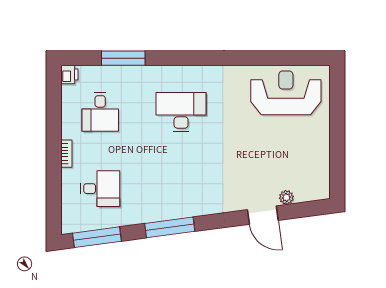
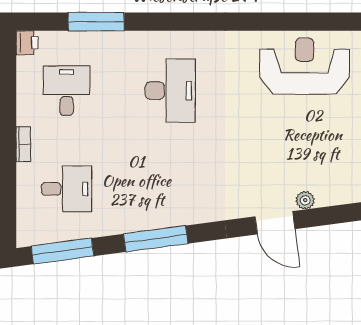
desk: (100, 112) -> (67, 91), turned 180
desk: (181, 112) -> (170, 91), turned 90

